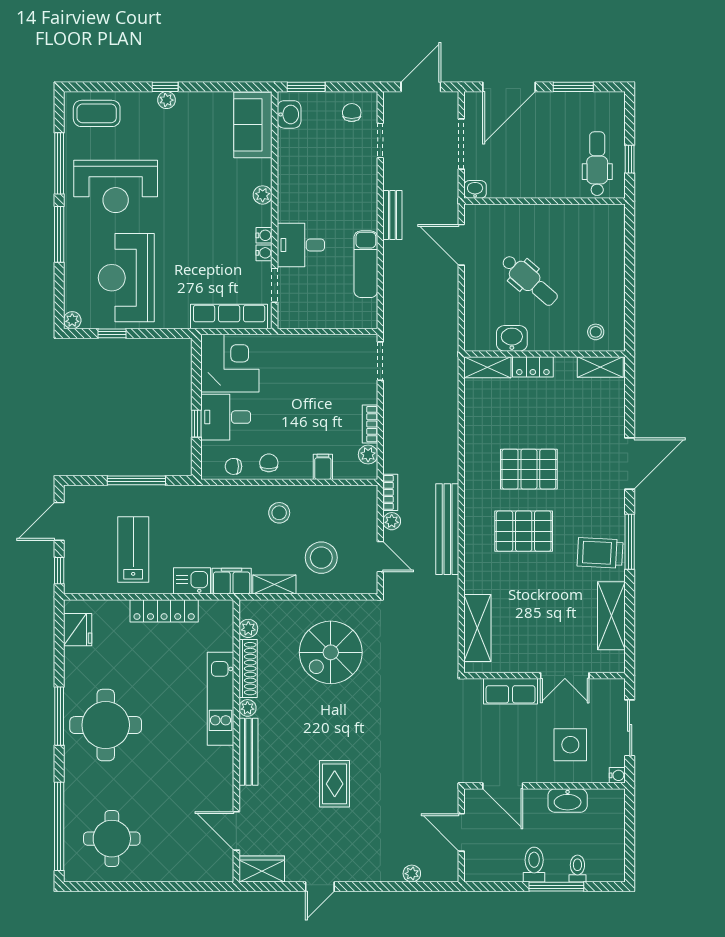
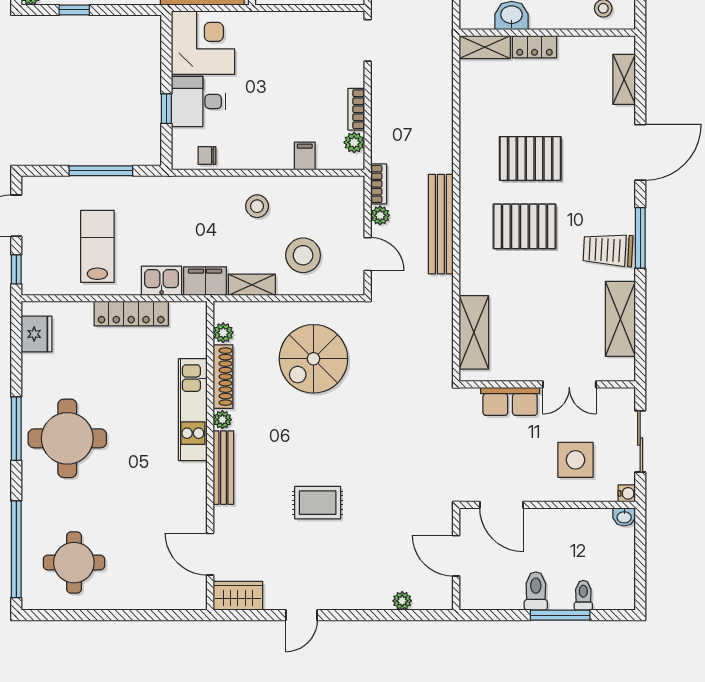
shelving: (600, 367) -> (624, 79), moved, turned 90
chair: (269, 463) -> (246, 152), removed
rug: (335, 784) -> (318, 503), turned 90
washbasin: (568, 800) -> (624, 517), moved, width x0.52, depth x0.69

